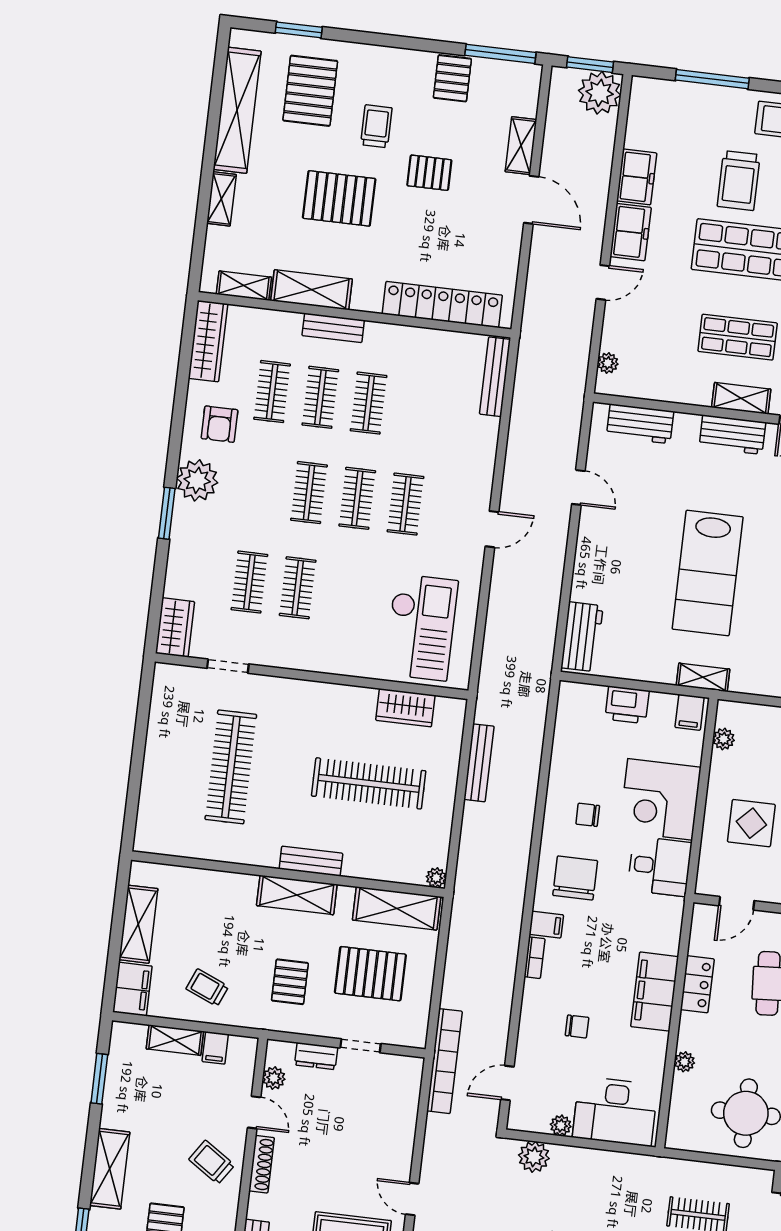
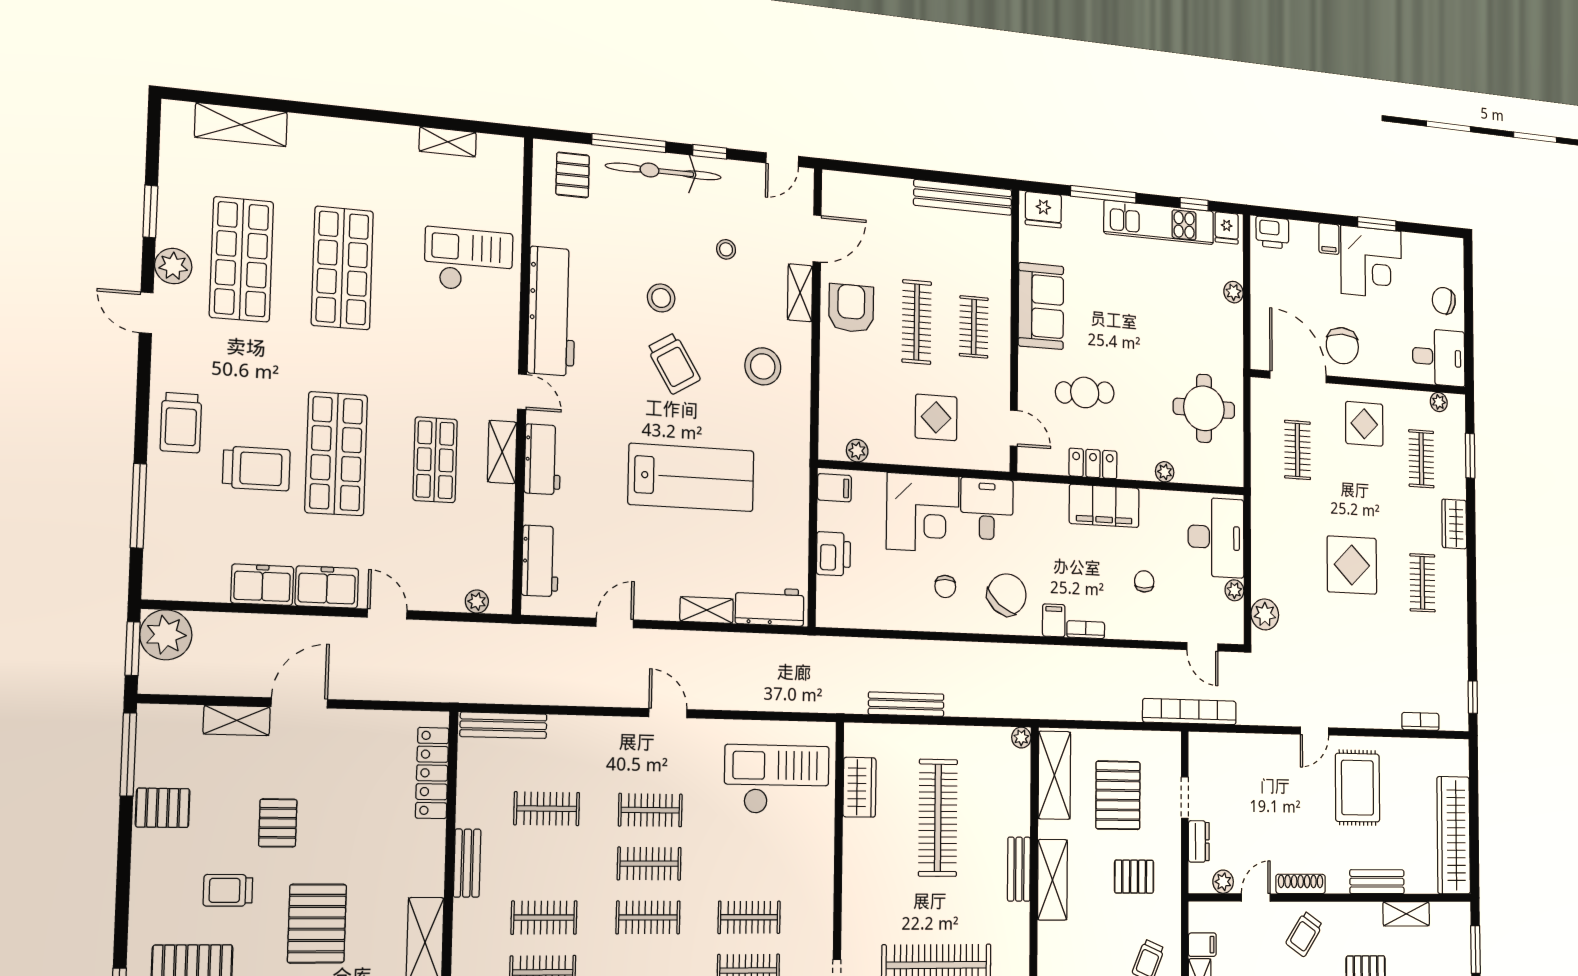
locker: (442, 304) -> (432, 773), width x0.71, depth x0.83
bench: (333, 328) -> (467, 863), moved
clothes rail: (369, 403) -> (547, 809), moved
shelving: (703, 677) -> (707, 610), moved, turned 90
chair: (575, 878) -> (1007, 595), turned 130

